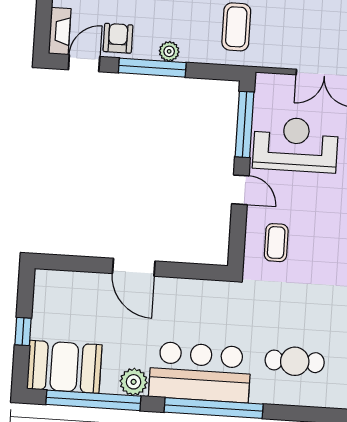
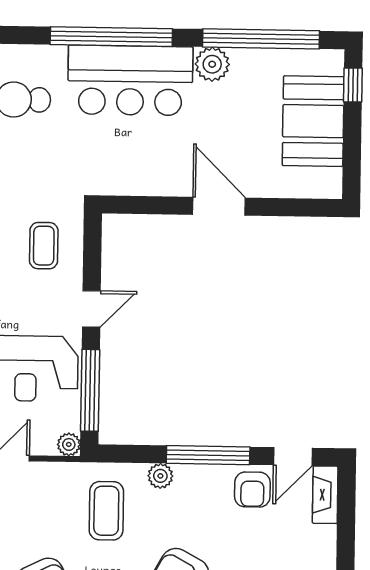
plant: (169, 51) -> (160, 476), moved
plant: (264, 82) -> (69, 444), added
door: (240, 190) -> (91, 309), swing flipped
window: (23, 331) -> (353, 85), moved
booth: (64, 367) -> (313, 121), moved, turned 90

